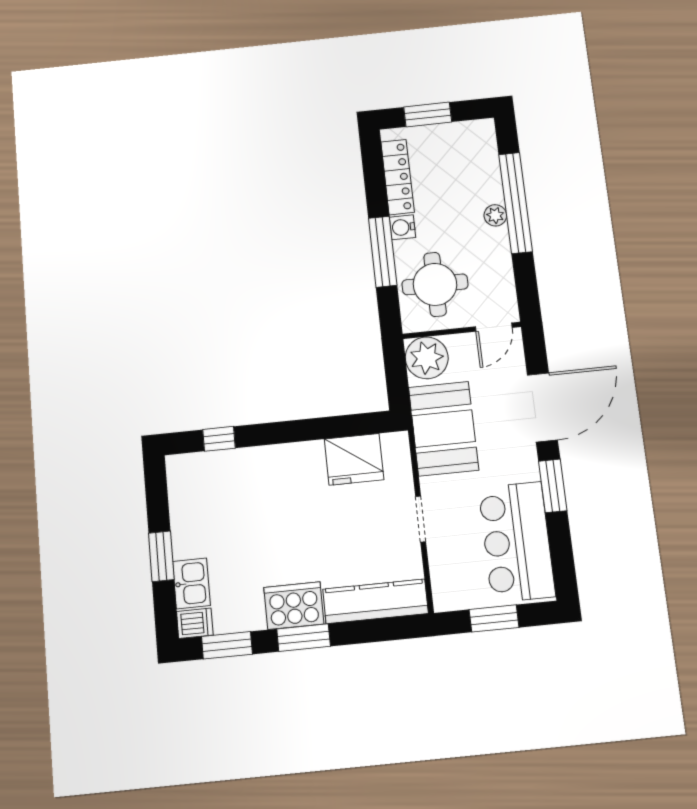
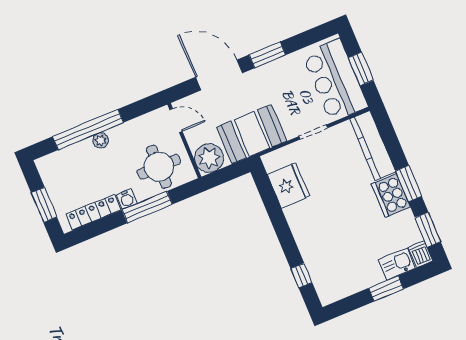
bar counter: (517, 542) -> (335, 80), moved, turned 90

